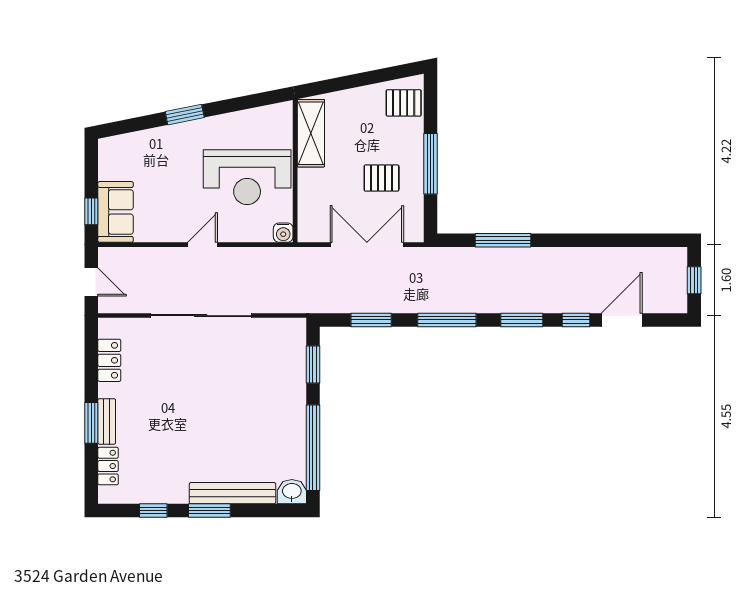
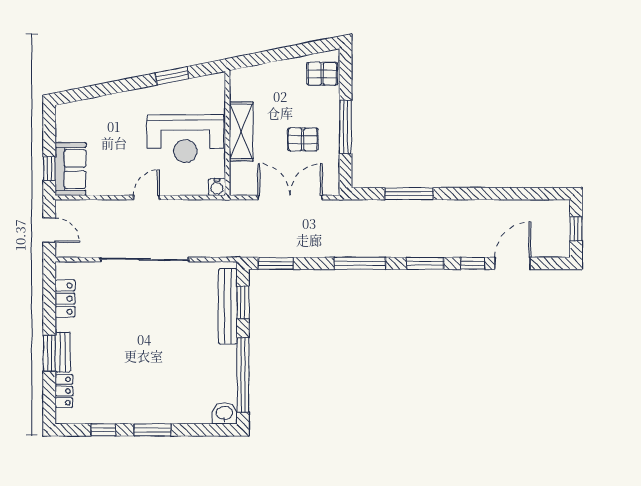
window: (185, 115) -> (172, 76), moved
shelving: (311, 133) -> (241, 131), moved
window: (371, 320) -> (276, 263), moved
bench: (233, 493) -> (228, 306), moved, turned 90

